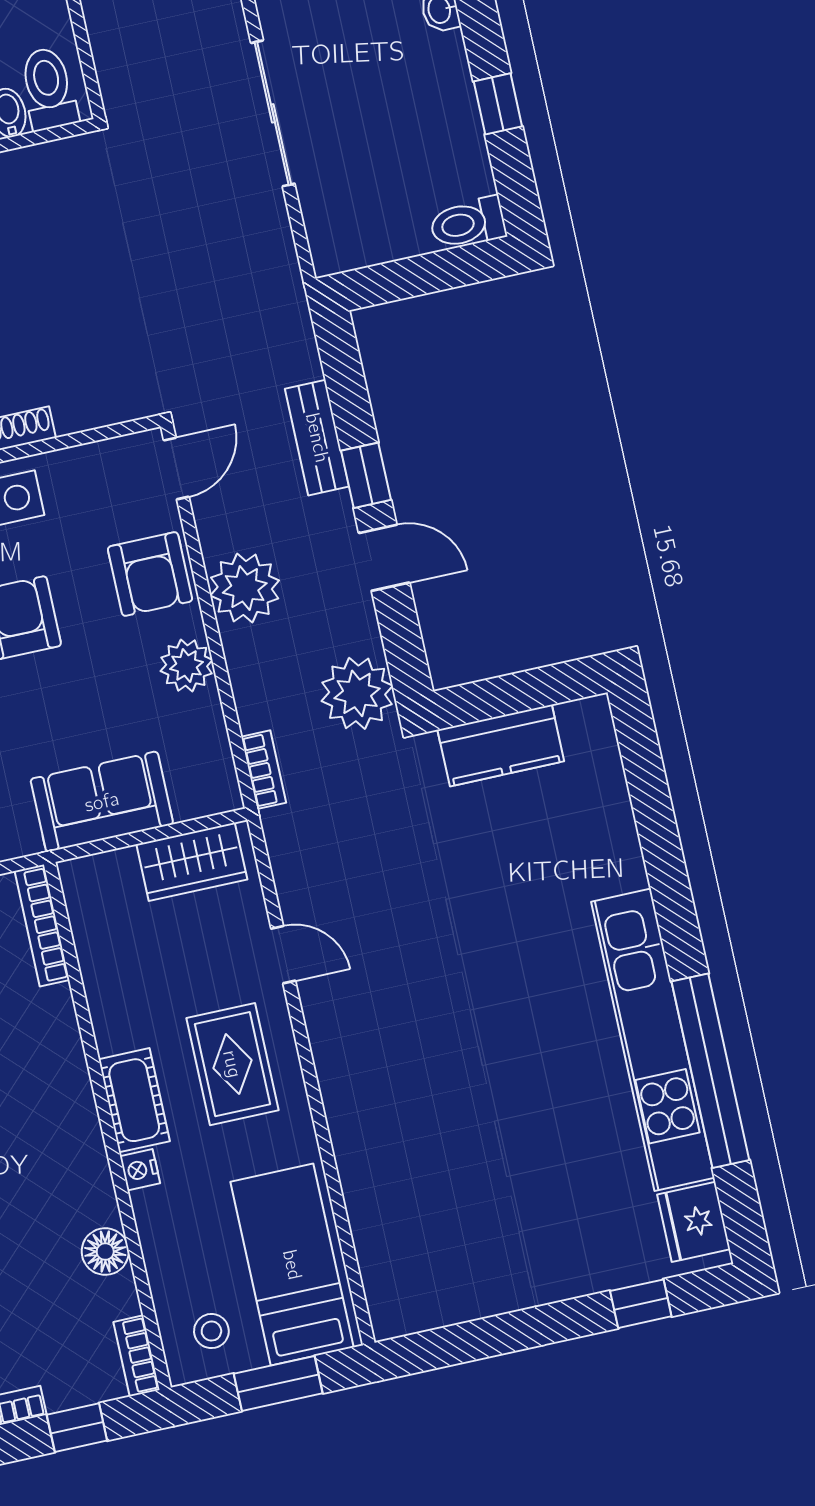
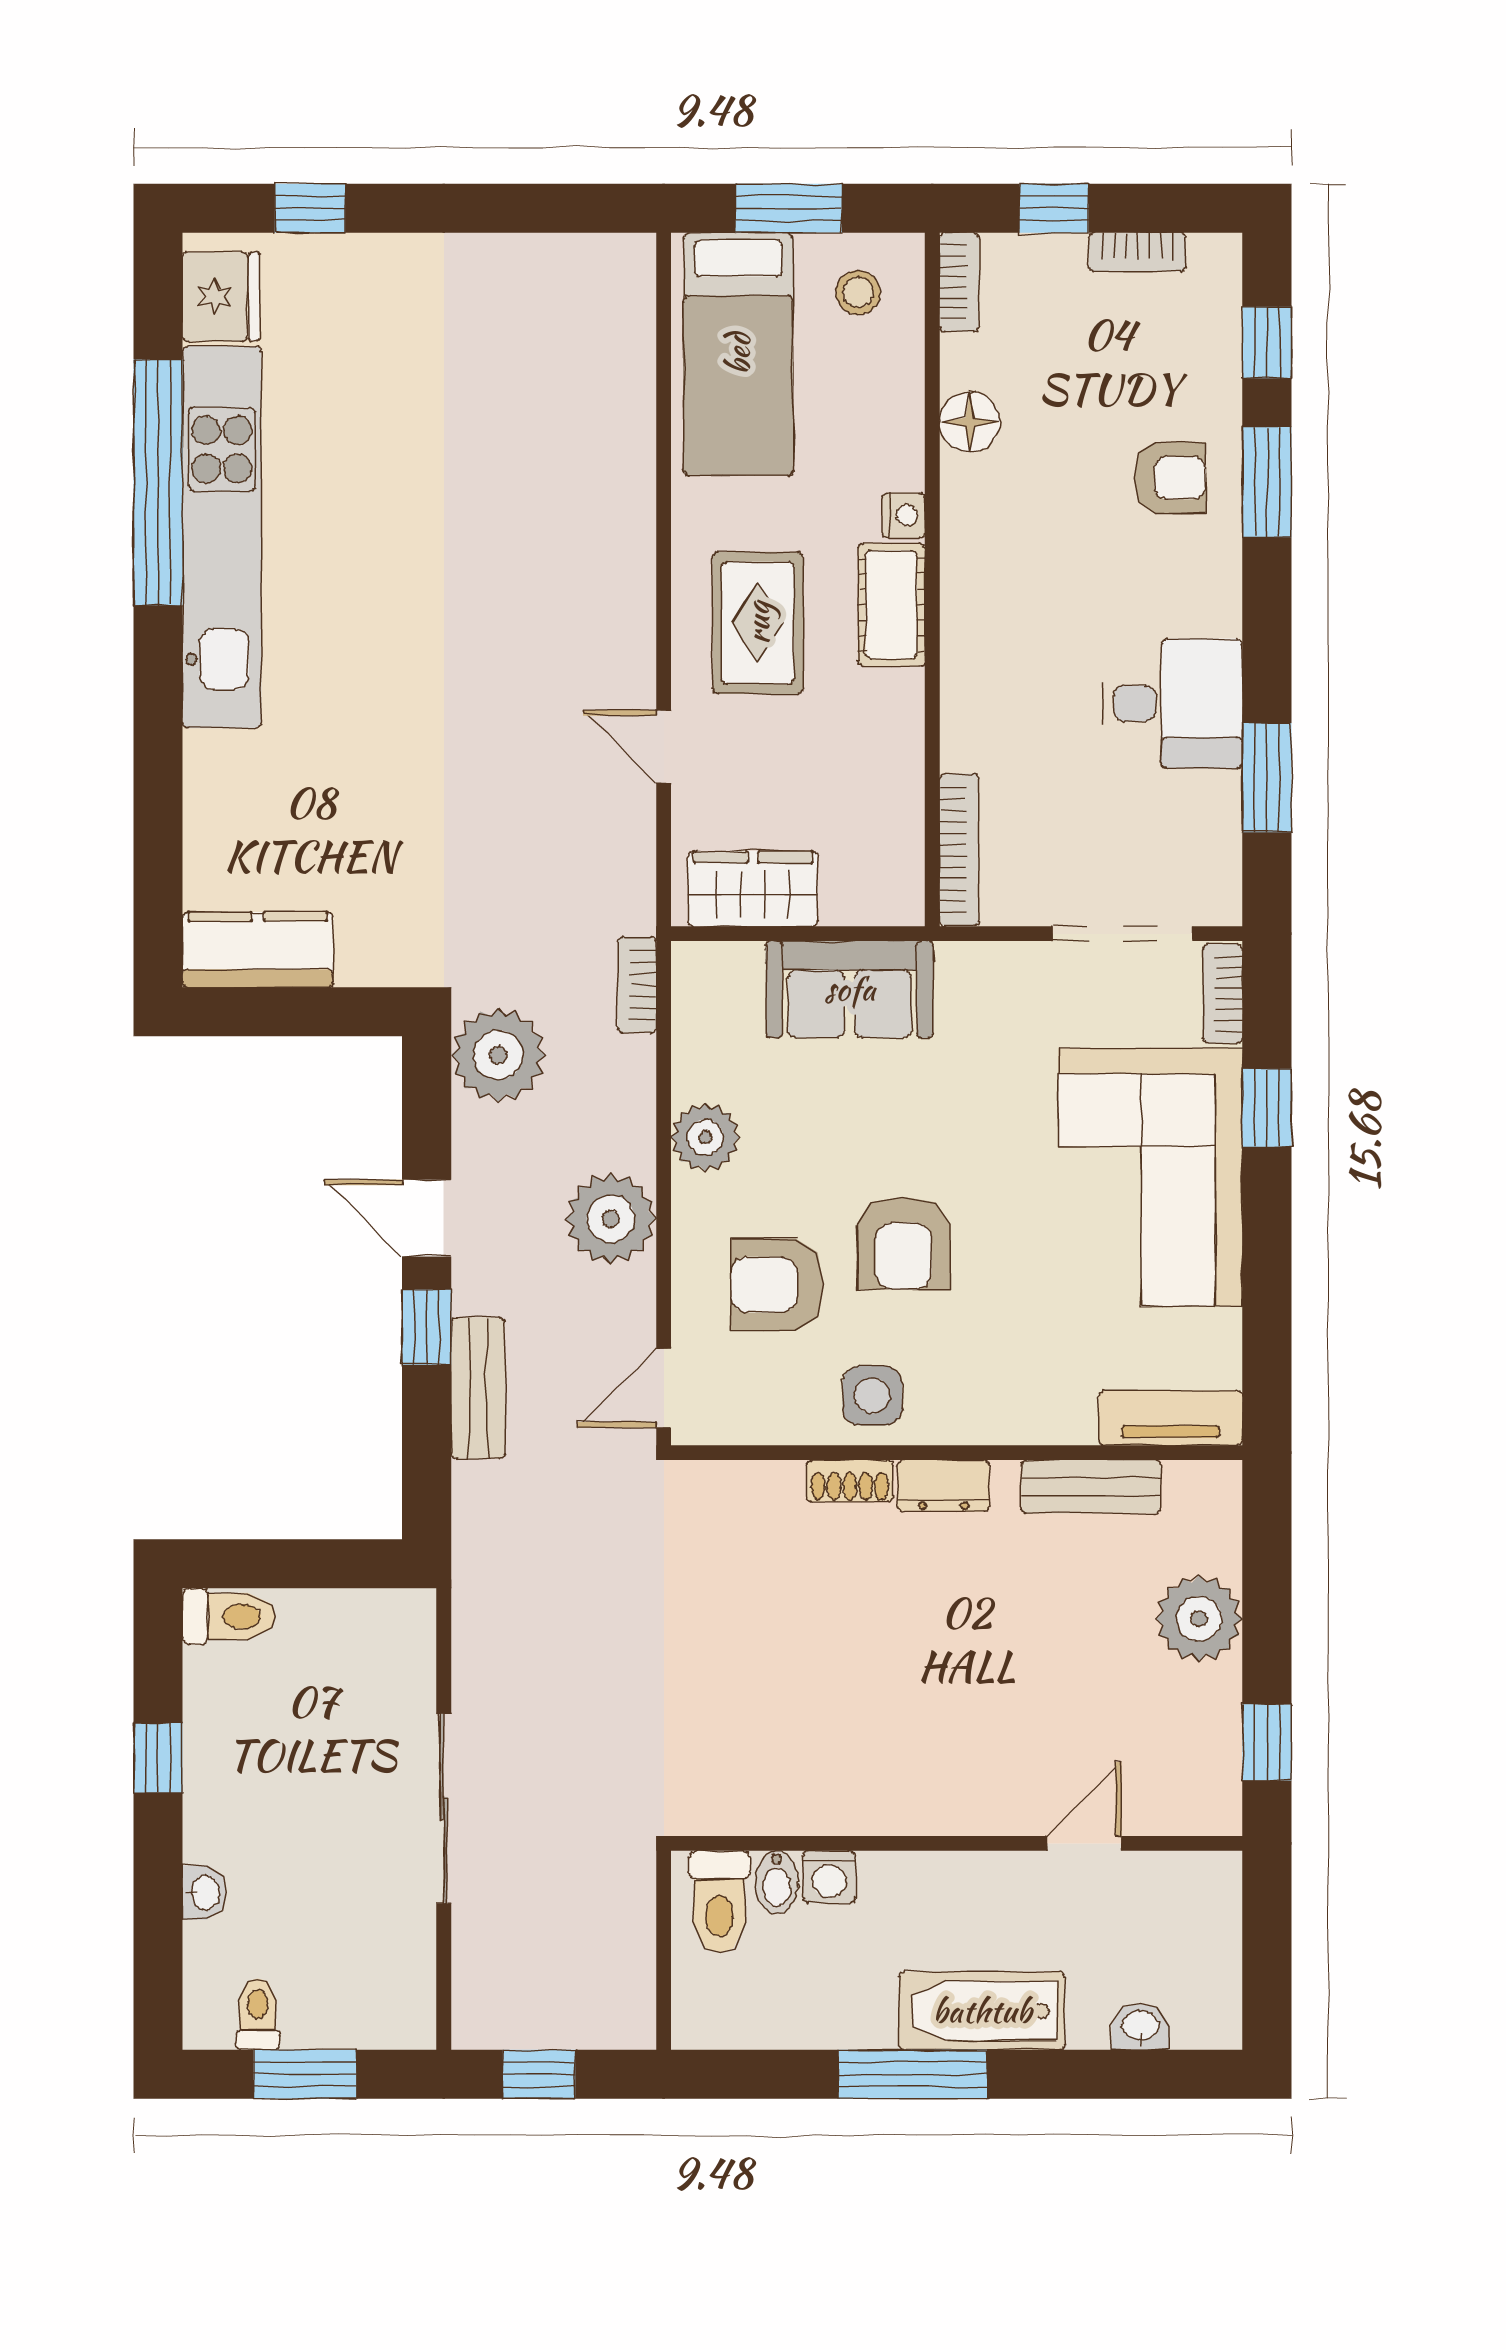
armchair: (150, 574) -> (777, 1285), moved, turned -90
kitchen counter: (501, 745) -> (258, 950), moved

